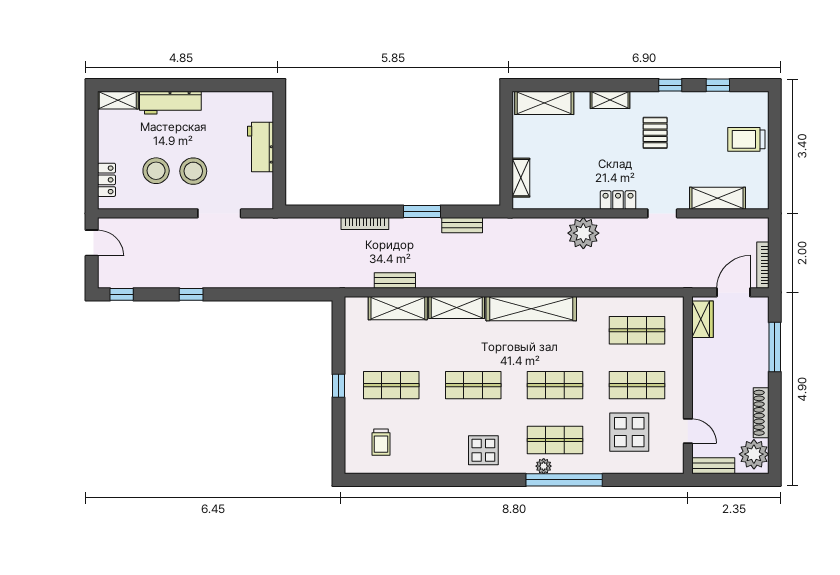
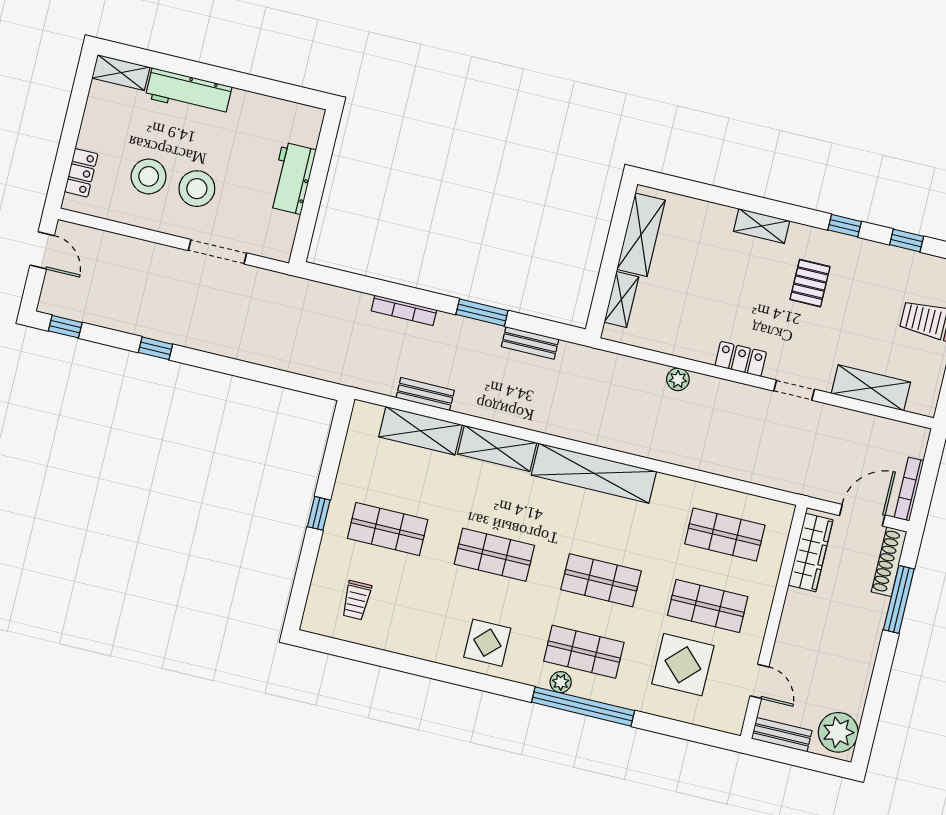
shelving: (544, 103) -> (641, 235), moved, turned 90
plant: (583, 233) -> (678, 379), width x0.53, depth x0.53
wardrobe: (702, 319) -> (811, 552), width x1.50
shoe rack: (761, 413) -> (889, 562), moved

